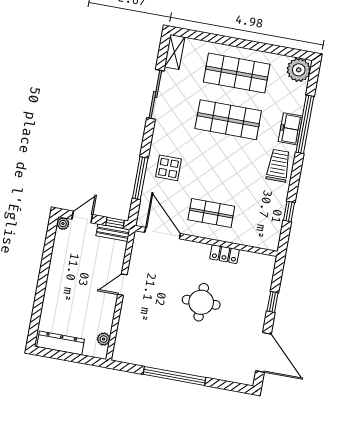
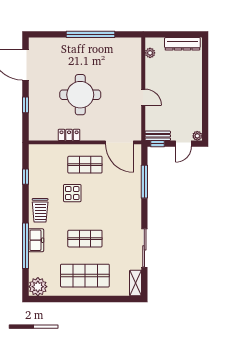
shop shelf: (228, 120) -> (85, 239), width x0.70, depth x0.74
display table: (169, 168) -> (72, 193), moved
door: (122, 285) -> (143, 97), hinge flipped
round table: (201, 302) -> (80, 95), width x1.36, depth x1.36

